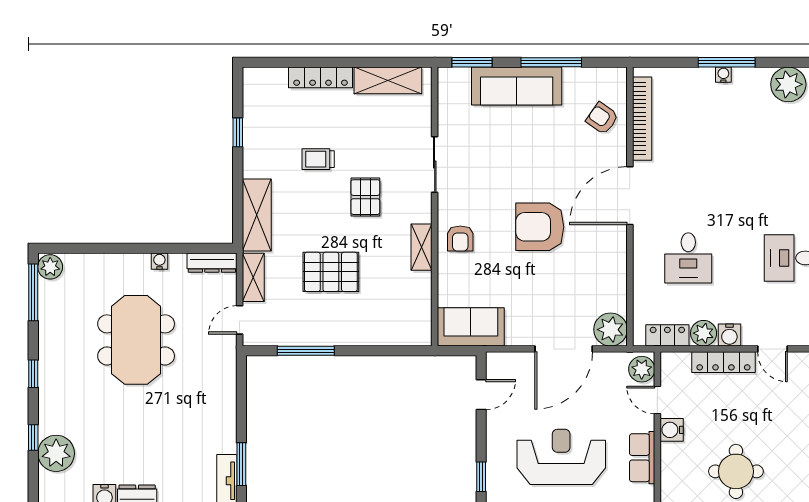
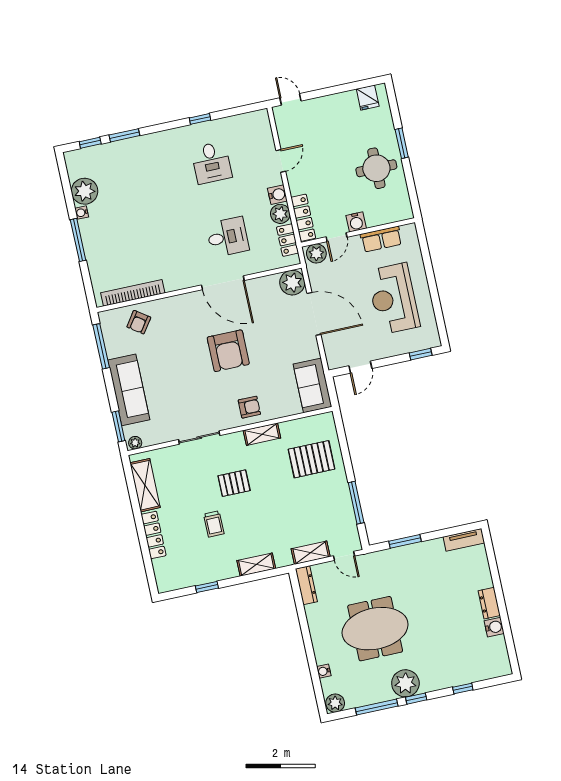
window: (551, 62) -> (101, 346), moved
water cooler: (723, 75) -> (82, 213), moved
plant: (446, 80) -> (135, 443), added
door: (630, 196) -> (223, 283), moved
shelving: (257, 215) -> (256, 565), width x0.67, depth x0.75
water cooler: (159, 261) -> (324, 671), moved
pallet: (331, 272) -> (312, 459), moved, turned 90
window: (33, 292) -> (377, 707), moved
locker: (723, 362) -> (303, 218), moved
door: (481, 395) -> (360, 367), swing flipped
plant: (56, 453) -> (405, 683), moved
window: (241, 464) -> (405, 541), moved

